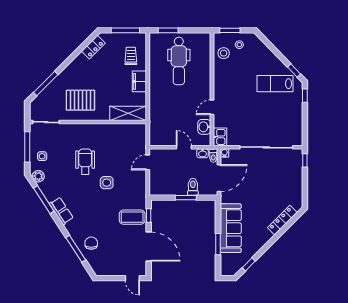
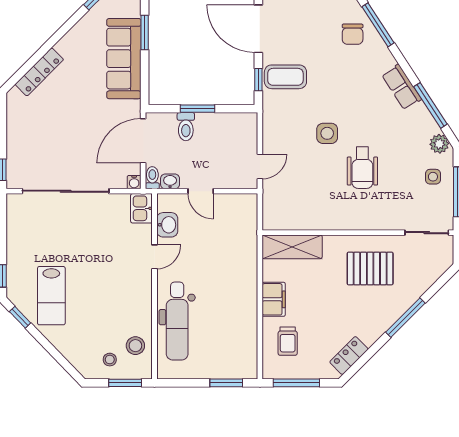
dental chair: (179, 61) -> (177, 321), moved, turned 180
window: (46, 83) -> (405, 318), moved
lab bench: (275, 84) -> (51, 296), turned 90

